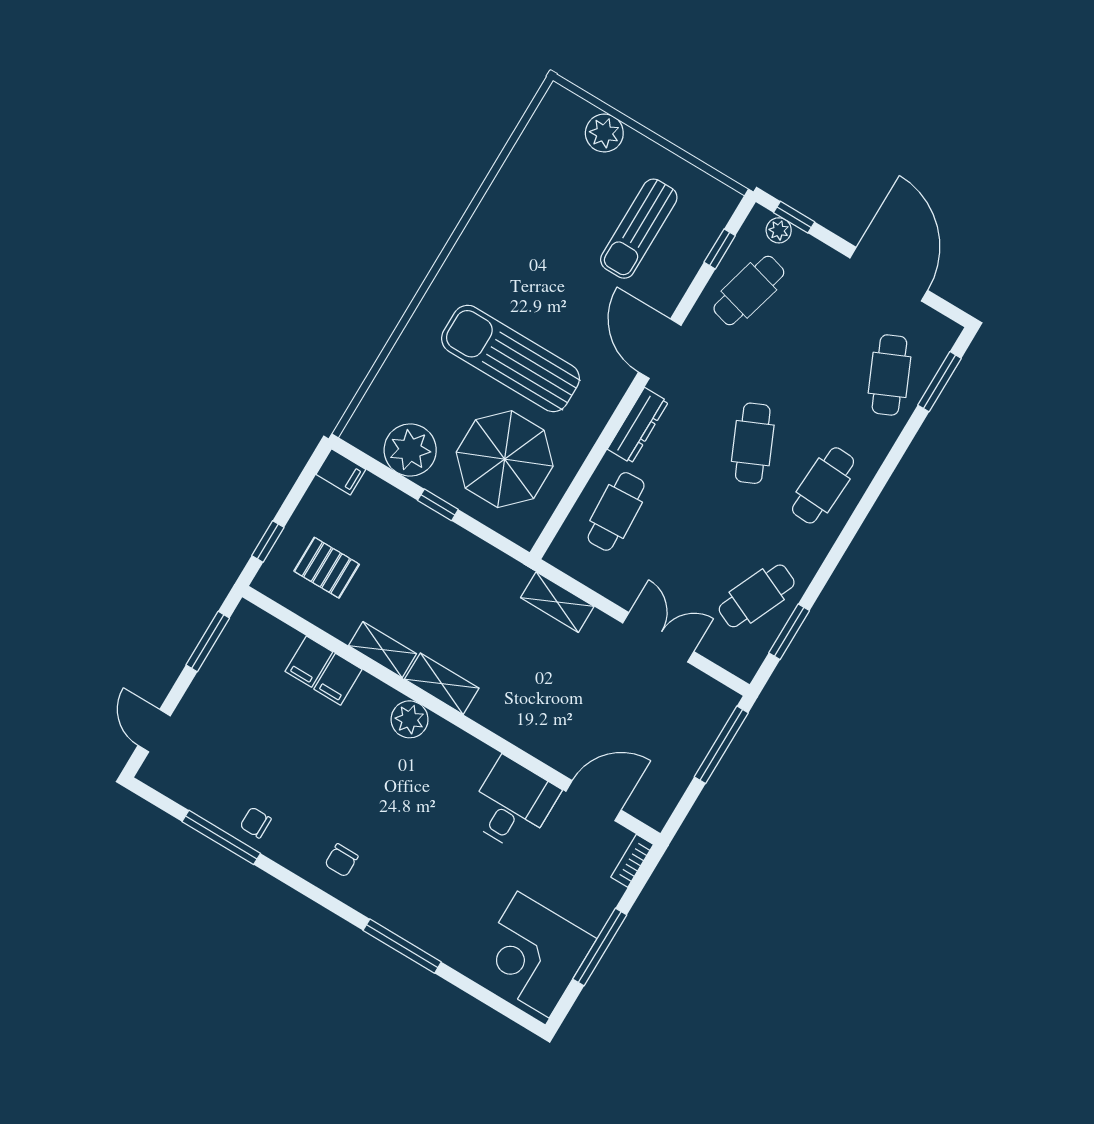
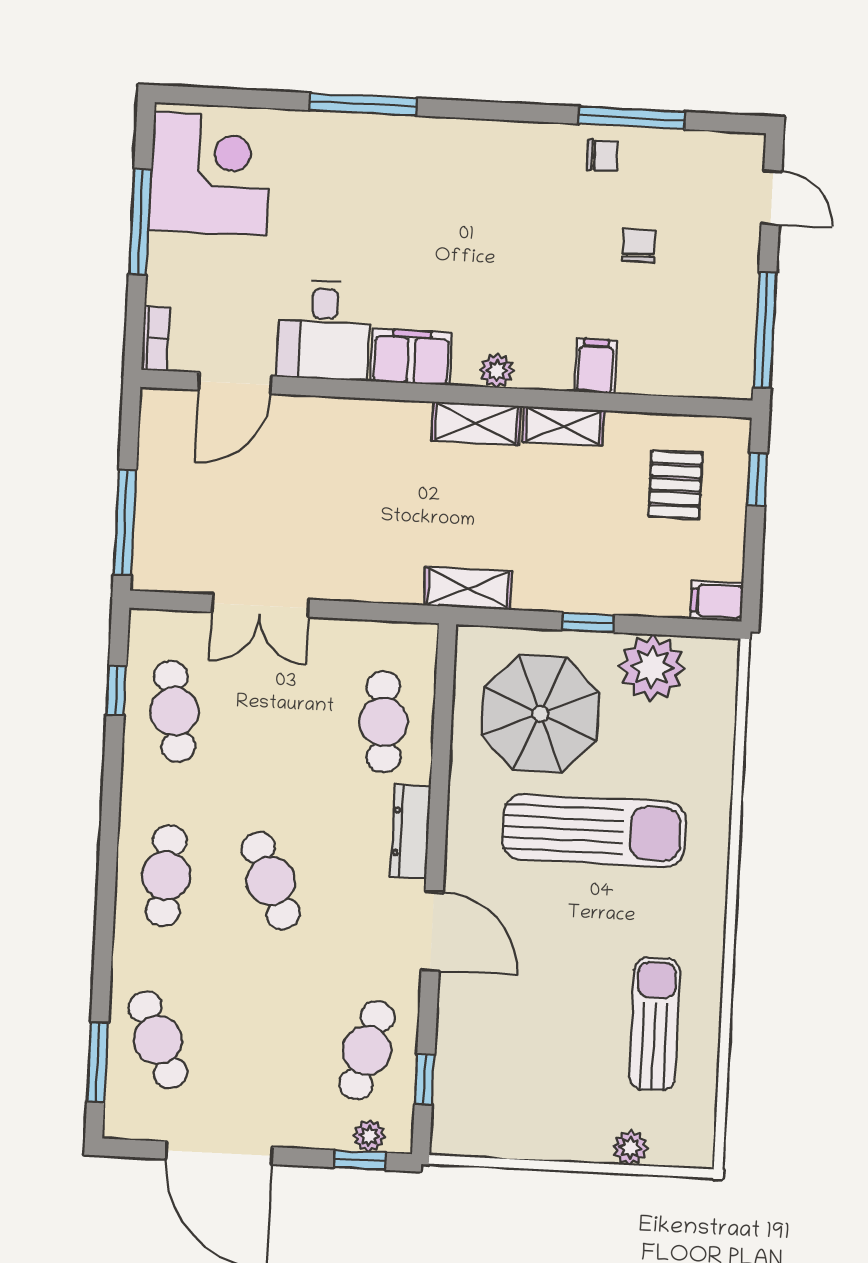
plant: (604, 133) -> (630, 1148), width x0.73, depth x0.73
sun lounger: (639, 229) -> (655, 1024), moved
pallet: (327, 568) -> (675, 485), turned 90
cafe table: (757, 596) -> (174, 711), turned -33
shelving: (557, 602) -> (468, 588), moved
window: (789, 632) -> (116, 691), width x0.67
window: (208, 642) -> (765, 330), width x1.44
filing cabinet: (309, 662) -> (411, 357), moved, width x2.00
plant: (410, 719) -> (497, 371), width x0.73, depth x0.73
chair: (341, 860) -> (639, 246), moved

